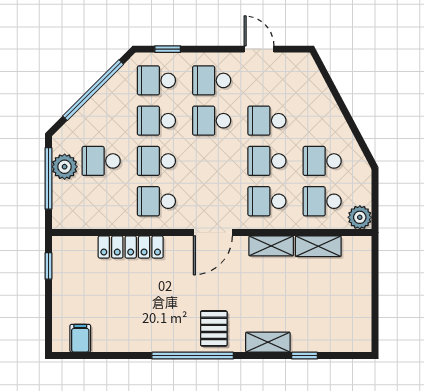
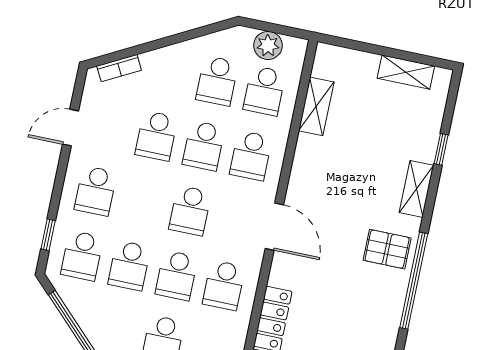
bookcase: (316, 79) -> (119, 68), added
school desk: (212, 121) -> (190, 211), moved
plant: (360, 217) -> (268, 45), moved
shelving: (271, 246) -> (406, 72), moved, turned 90

